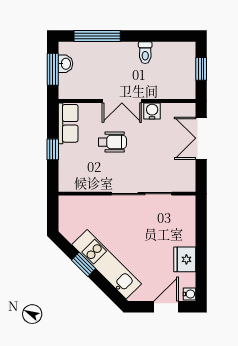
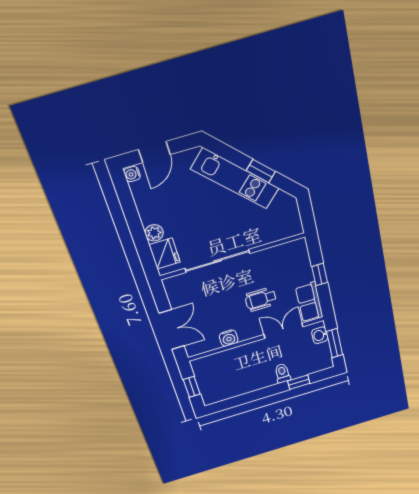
window: (97, 36) -> (299, 382), width x0.46
toilet: (145, 53) -> (282, 373), moved
washbasin: (65, 64) -> (320, 335), moved
double door: (122, 101) -> (283, 331), moved
plant: (188, 237) -> (154, 233), added
fridge: (185, 259) -> (165, 254), moved

